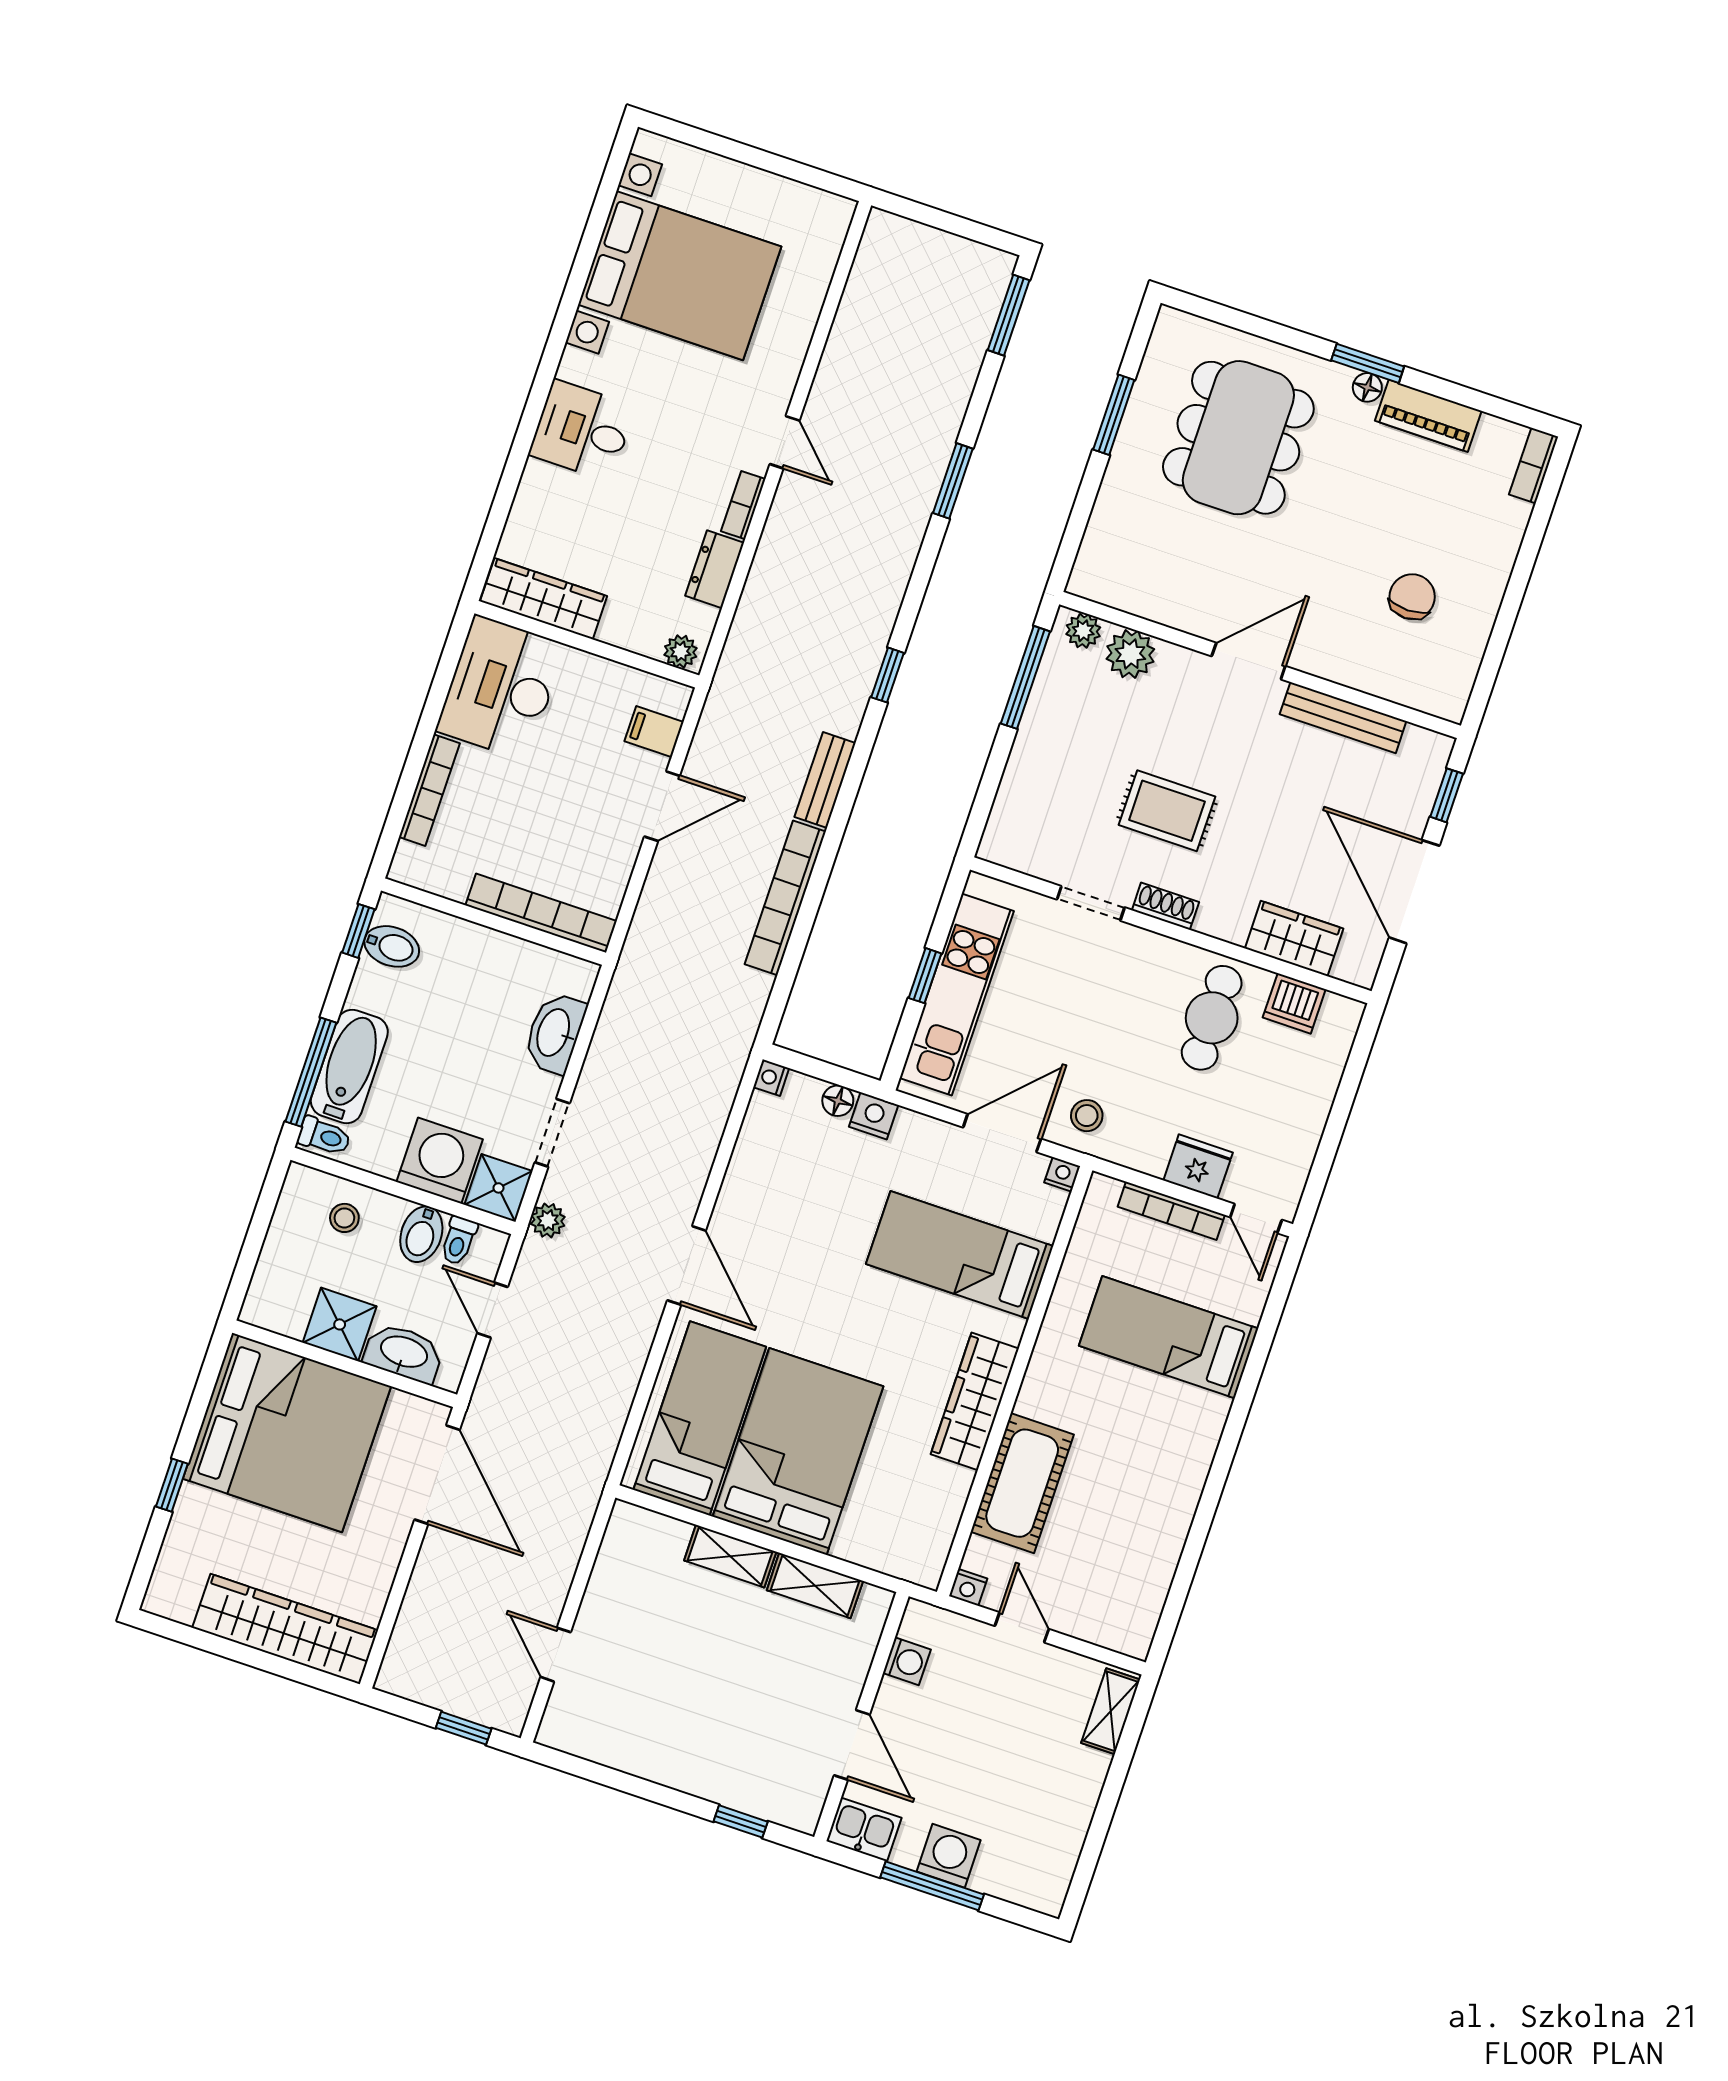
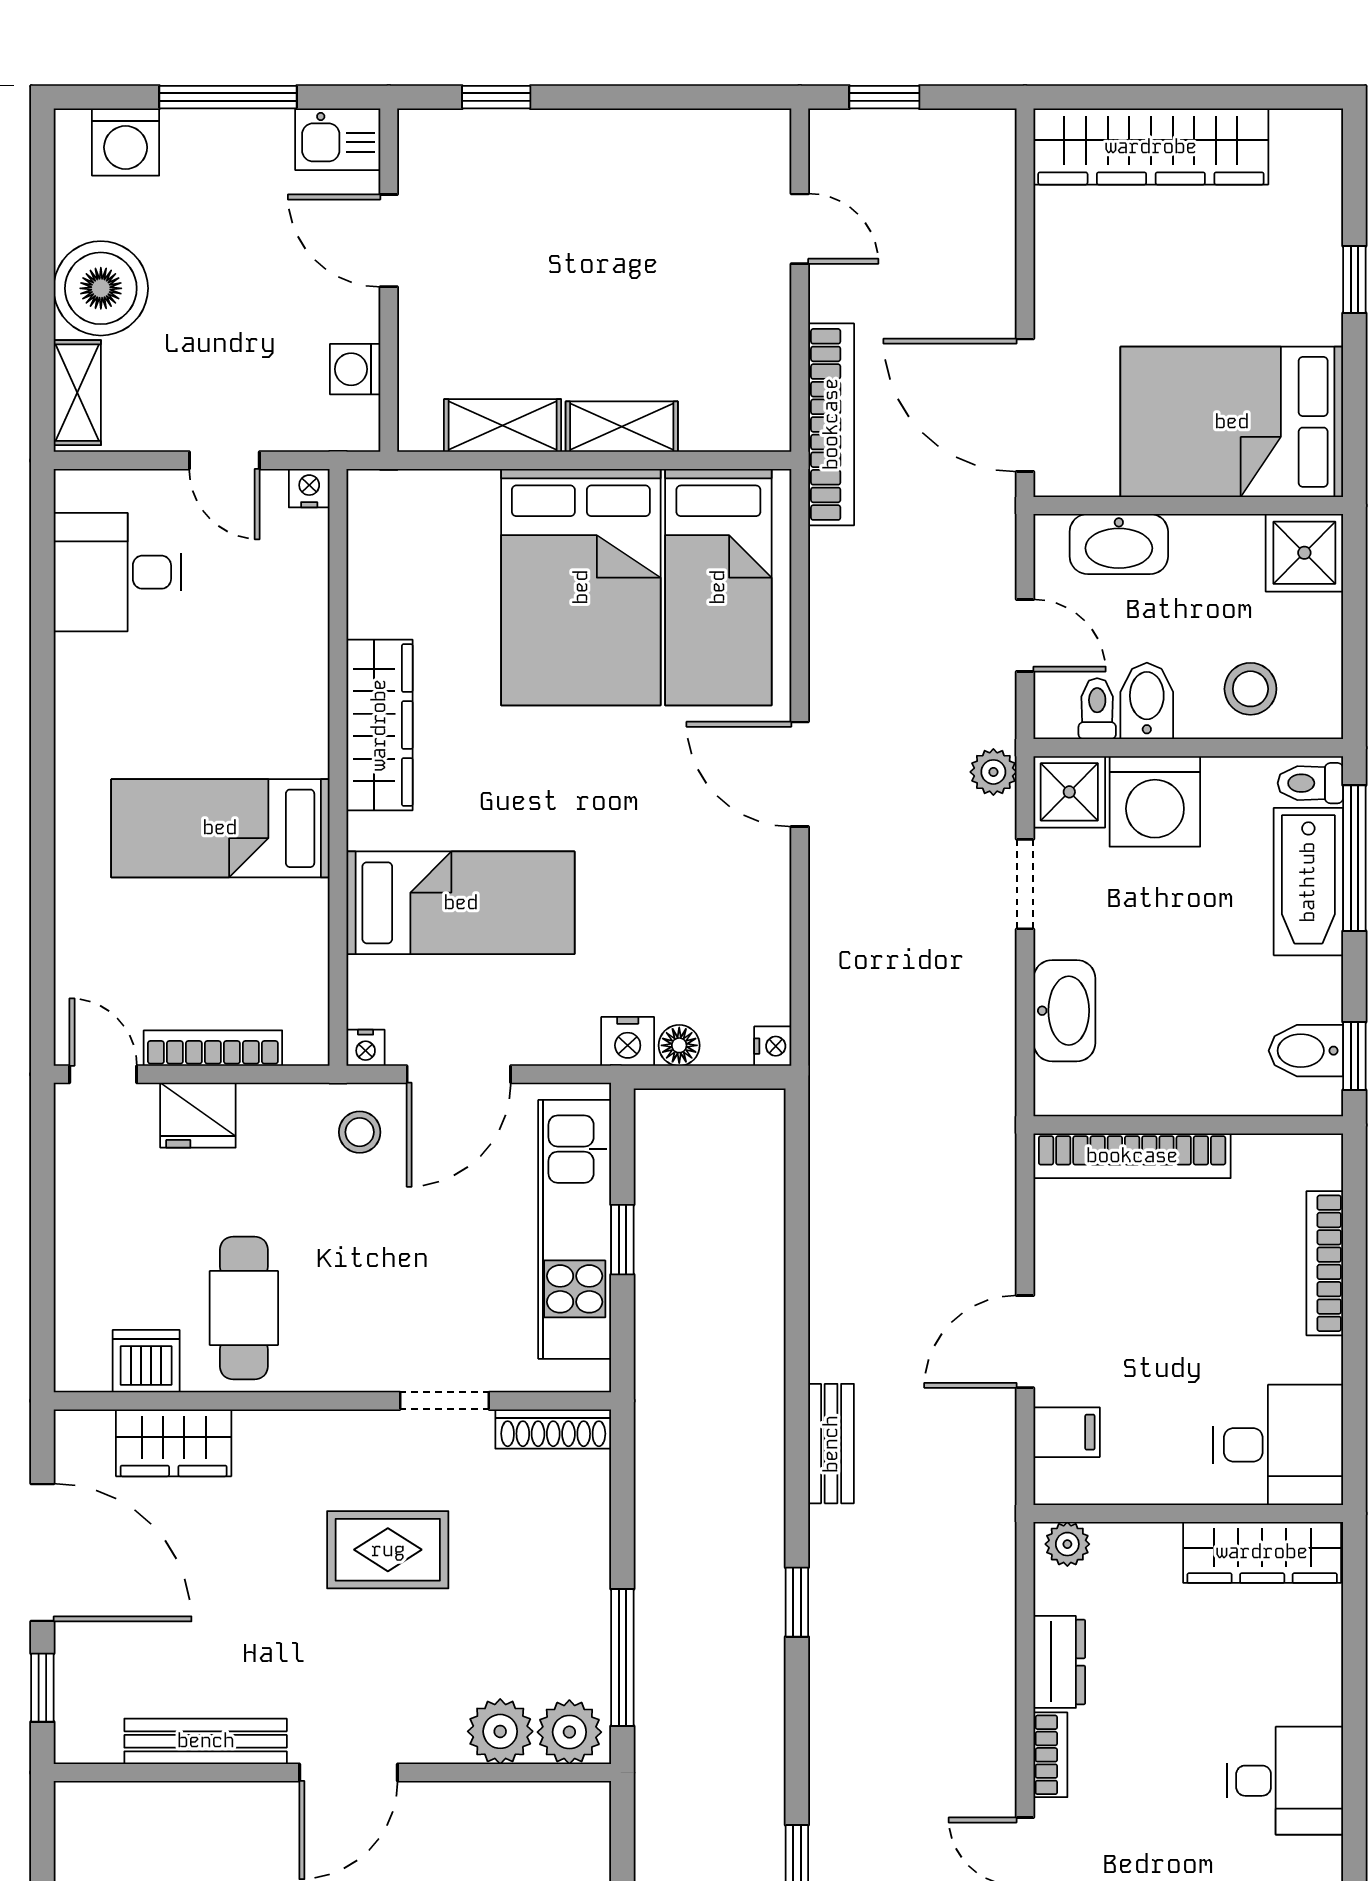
plant: (1083, 631) -> (569, 1732), width x1.38, depth x1.38
desk: (501, 688) -> (1278, 1445), width x0.73
bookcase: (785, 898) -> (831, 424), moved
shoe rack: (1165, 906) -> (553, 1429), moved, width x1.43
stool: (344, 1218) -> (1250, 689), width x1.37, depth x1.37
shower: (340, 1324) -> (1304, 553), moved
bed: (1169, 1337) -> (220, 828), moved, turned 180
bed: (287, 1433) -> (1232, 422), width x0.73
cot: (1022, 1483) -> (285, 642), removed
desk: (1125, 1573) -> (117, 572), added
boiler: (1069, 1780) -> (101, 288), added
washing machine: (949, 1856) -> (126, 142), moved

